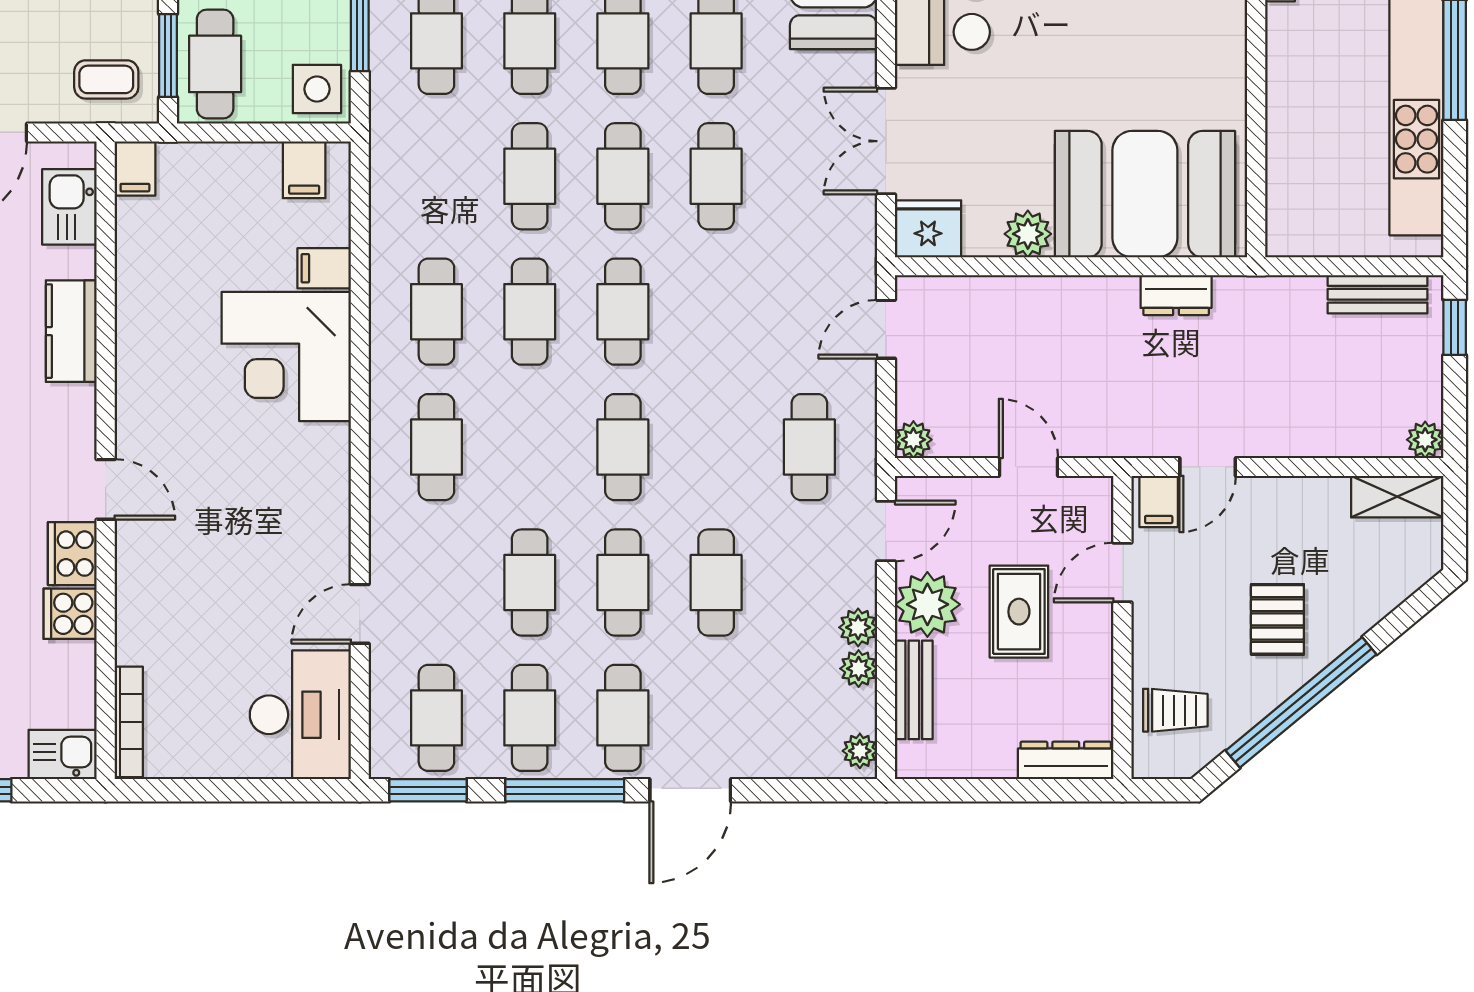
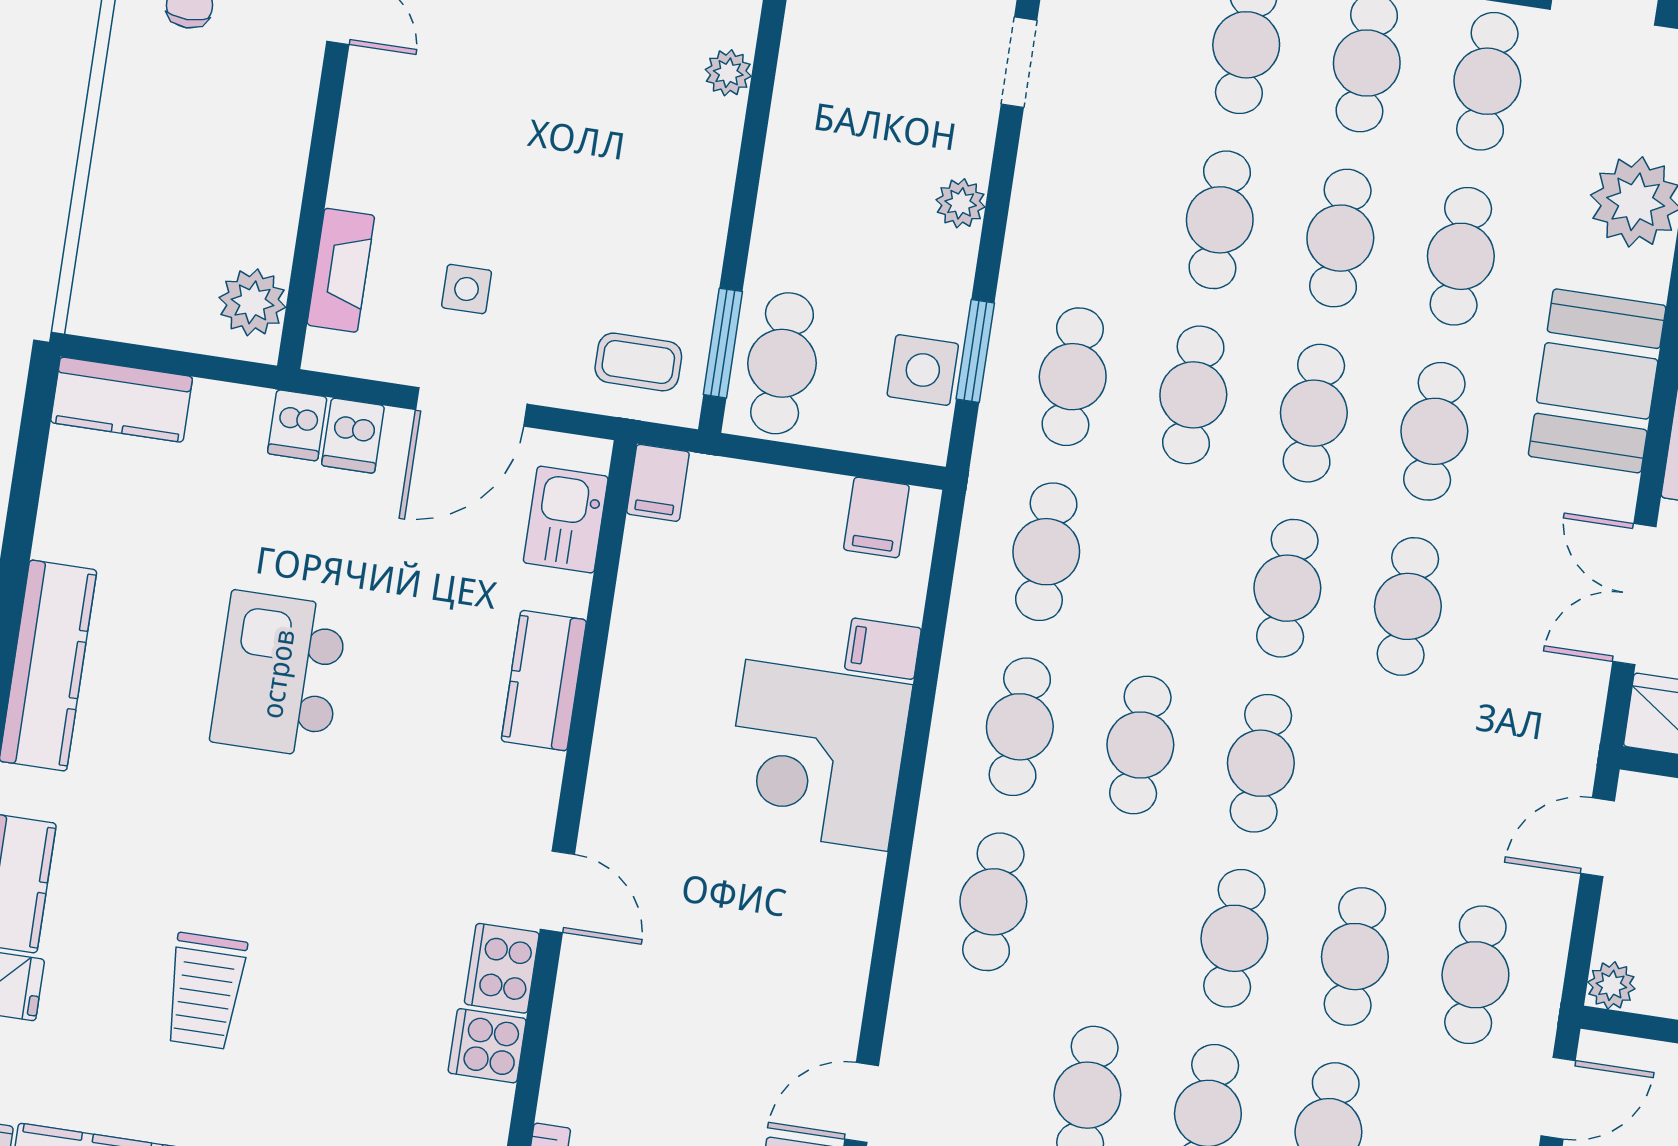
side table: (317, 89) -> (923, 370), moved
cafe table: (530, 176) -> (1046, 552), moved
cafe table: (716, 447) -> (1355, 957), added

